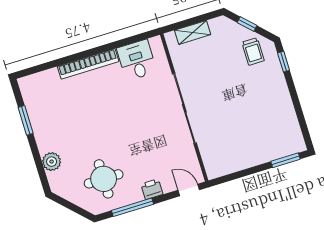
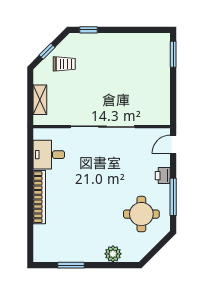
trolley: (253, 51) -> (64, 64), moved

